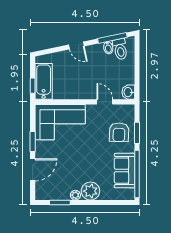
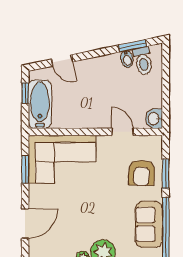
window: (112, 38) -> (133, 46), width x0.69
door: (76, 45) -> (62, 60), moved
window: (33, 86) -> (25, 93), moved
window: (33, 142) -> (25, 169), moved

